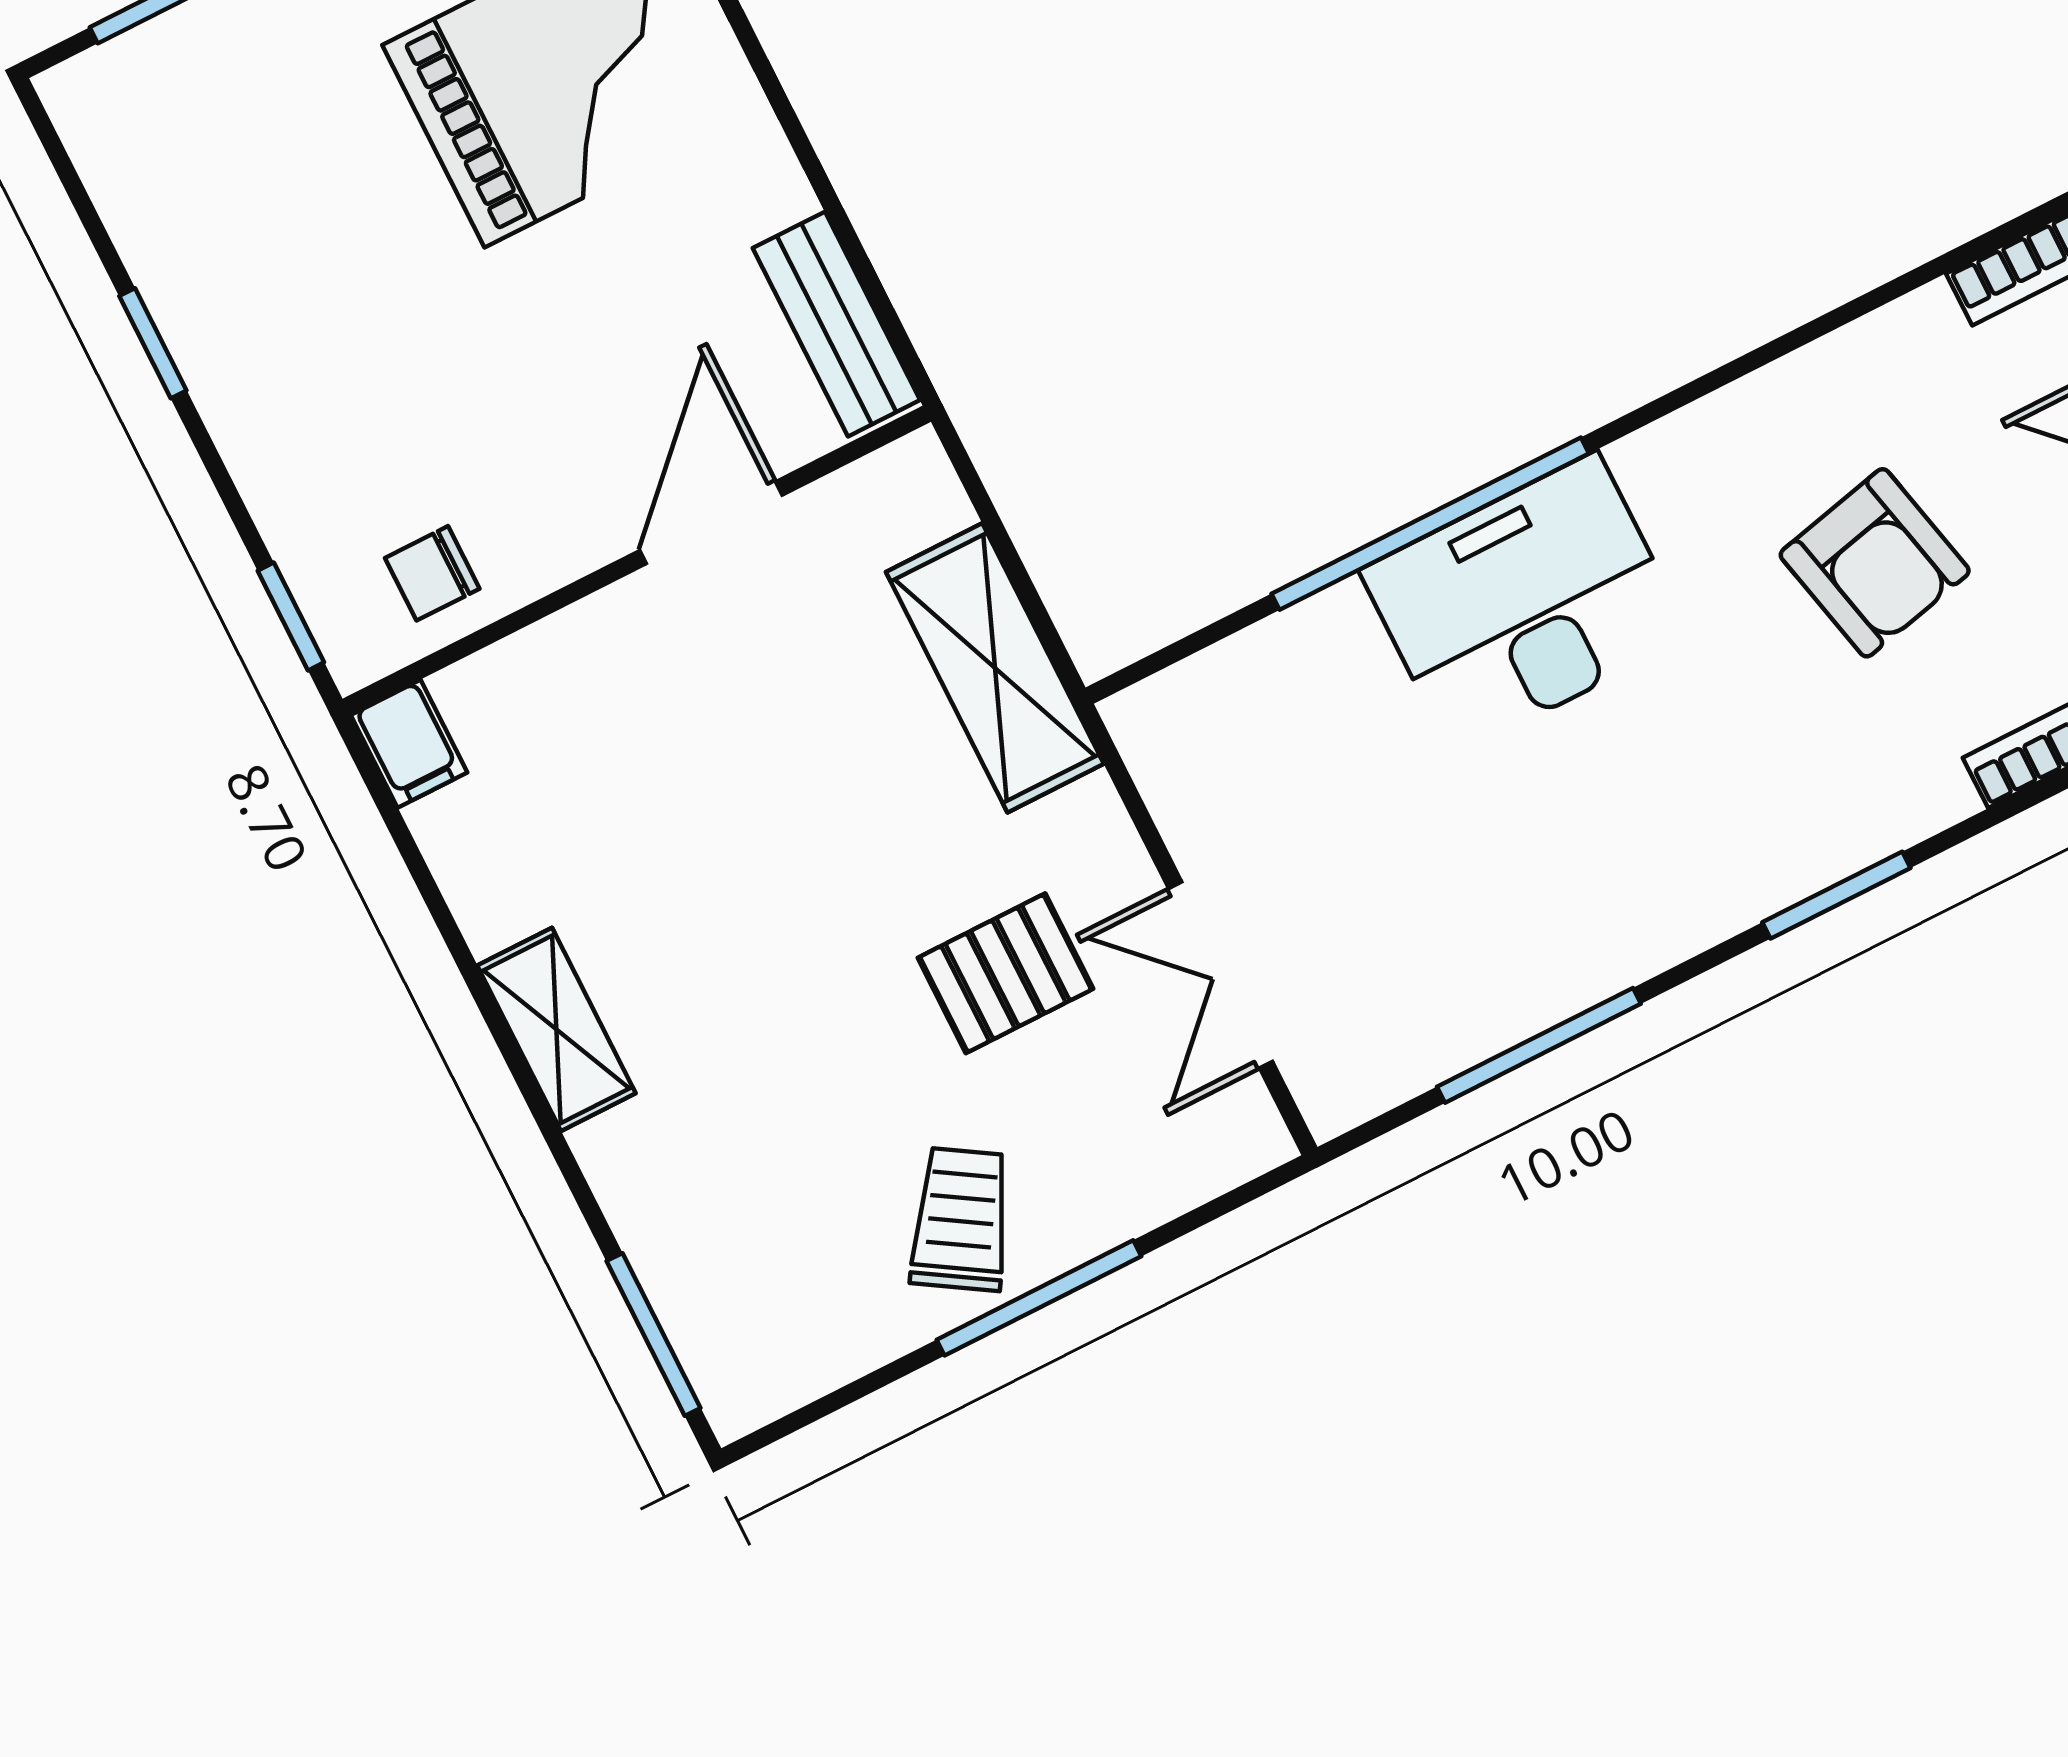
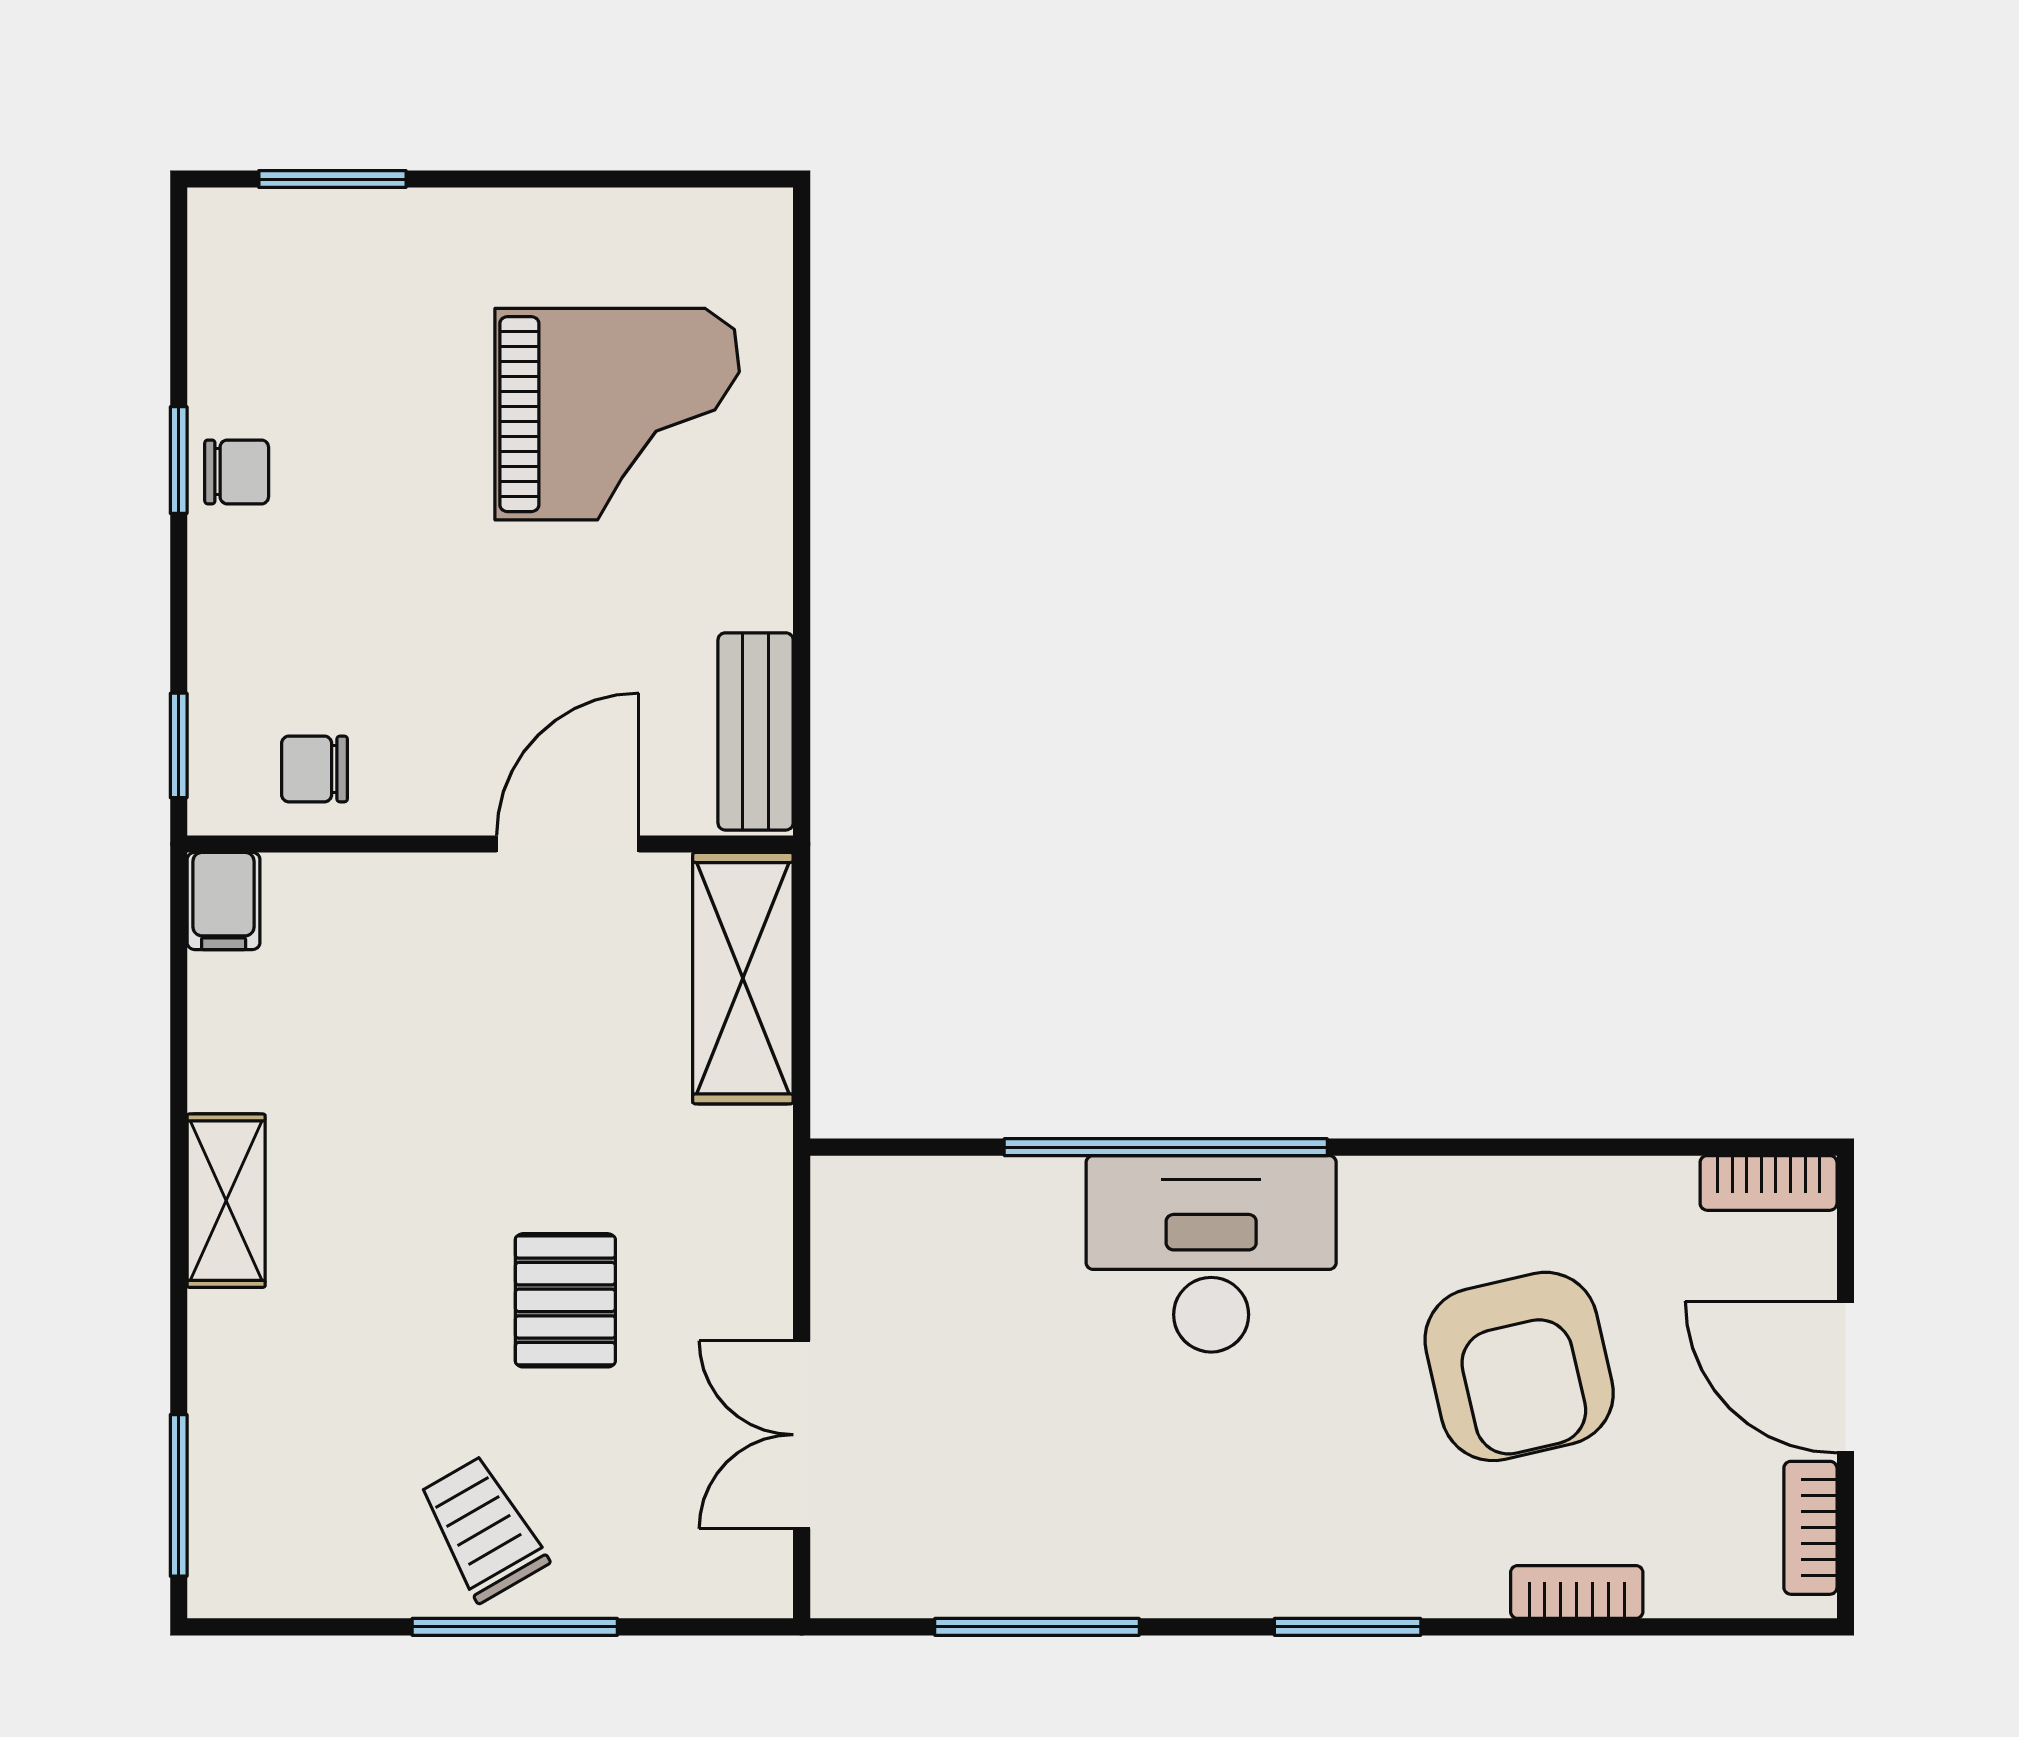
chair: (214, 327) -> (237, 472), added
armchair: (1875, 563) -> (1519, 1366), width x1.36, depth x1.36
shelving: (995, 668) -> (743, 978), moved
pallet: (1006, 973) -> (565, 1300), moved, turned 90
trolley: (961, 1219) -> (483, 1529), turned -62

